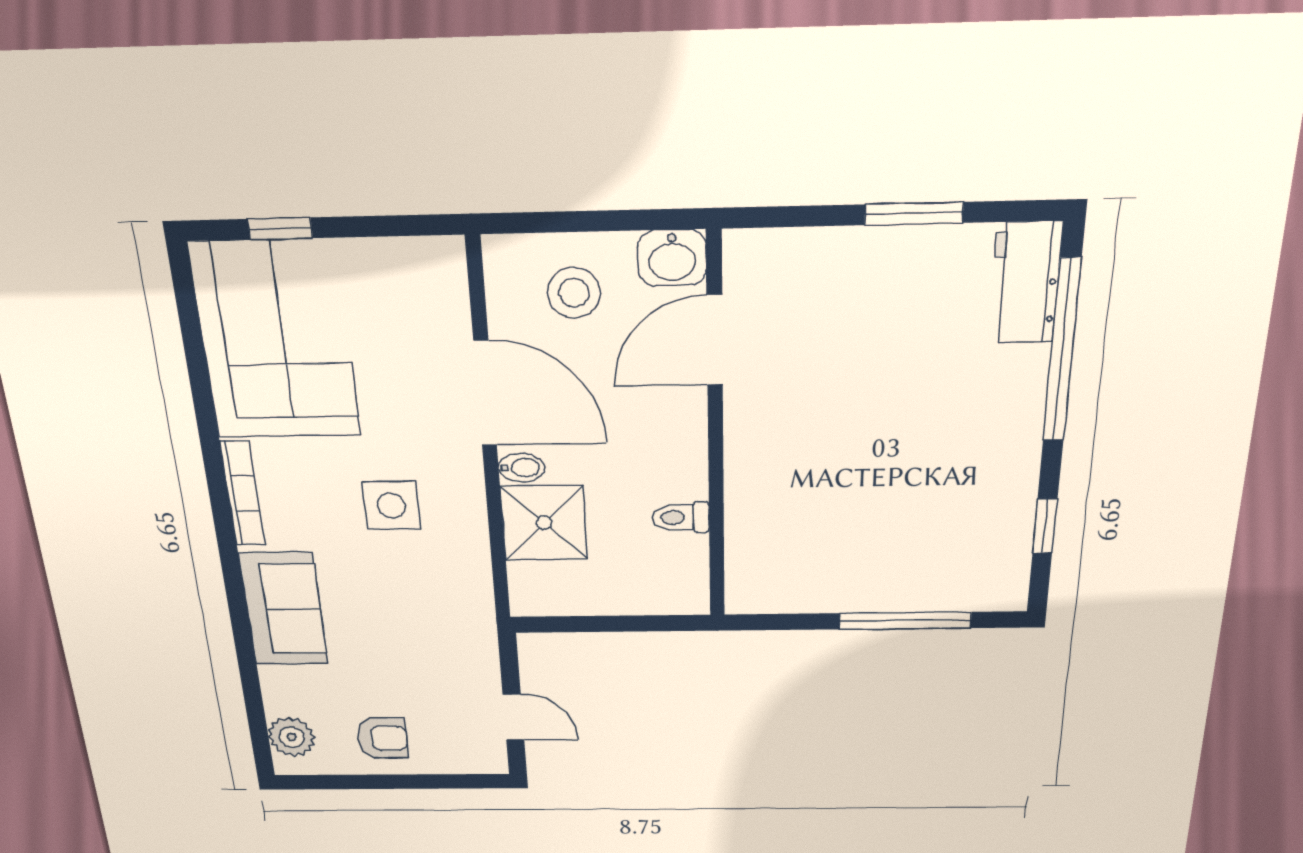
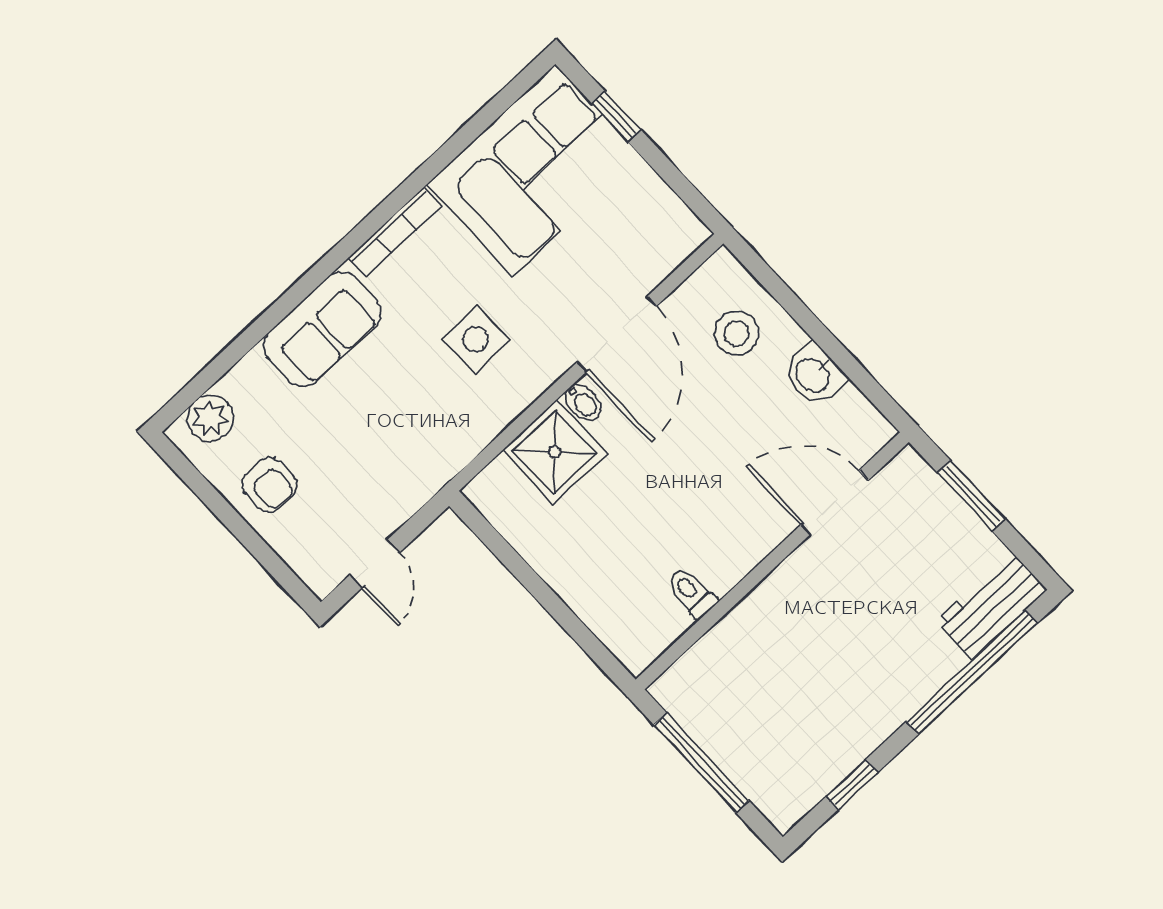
door: (715, 340) -> (834, 503), moved
wall: (716, 433) -> (772, 561), moved
toilet: (681, 517) -> (691, 593), moved

